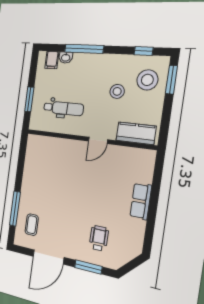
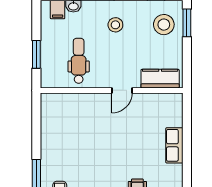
stool: (117, 91) -> (115, 25), moved
dental chair: (63, 108) -> (79, 61), turned -90

